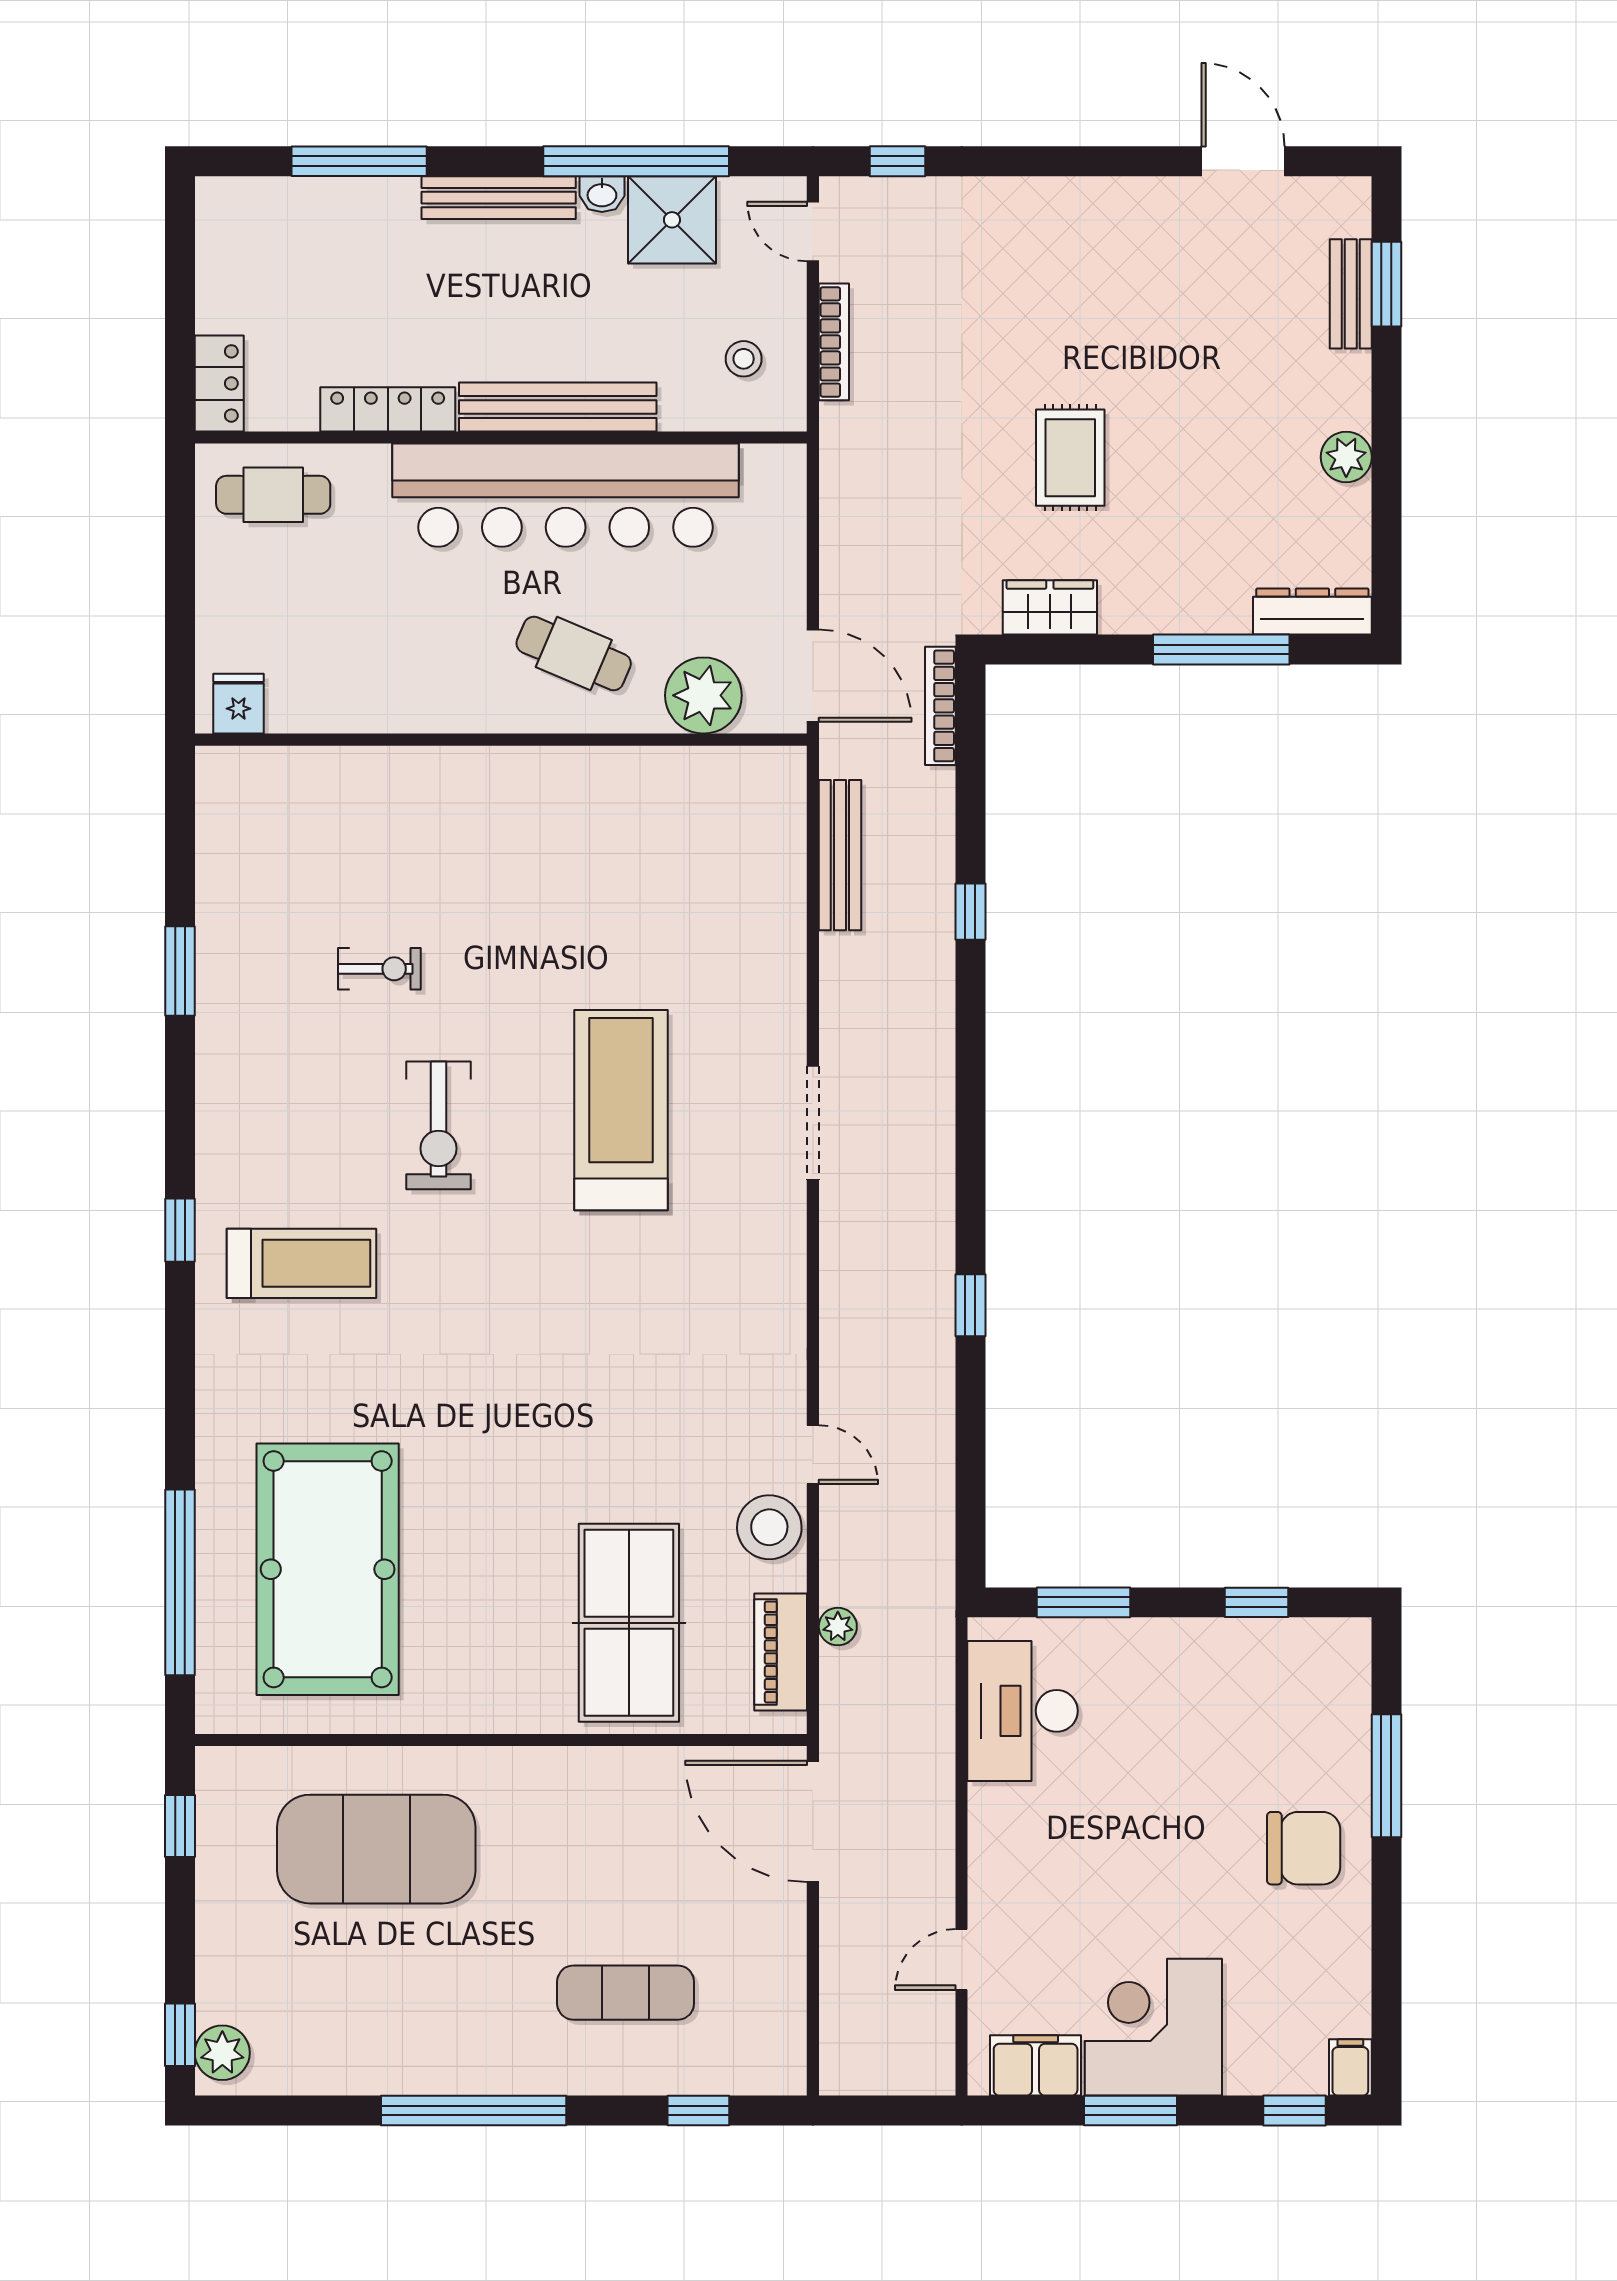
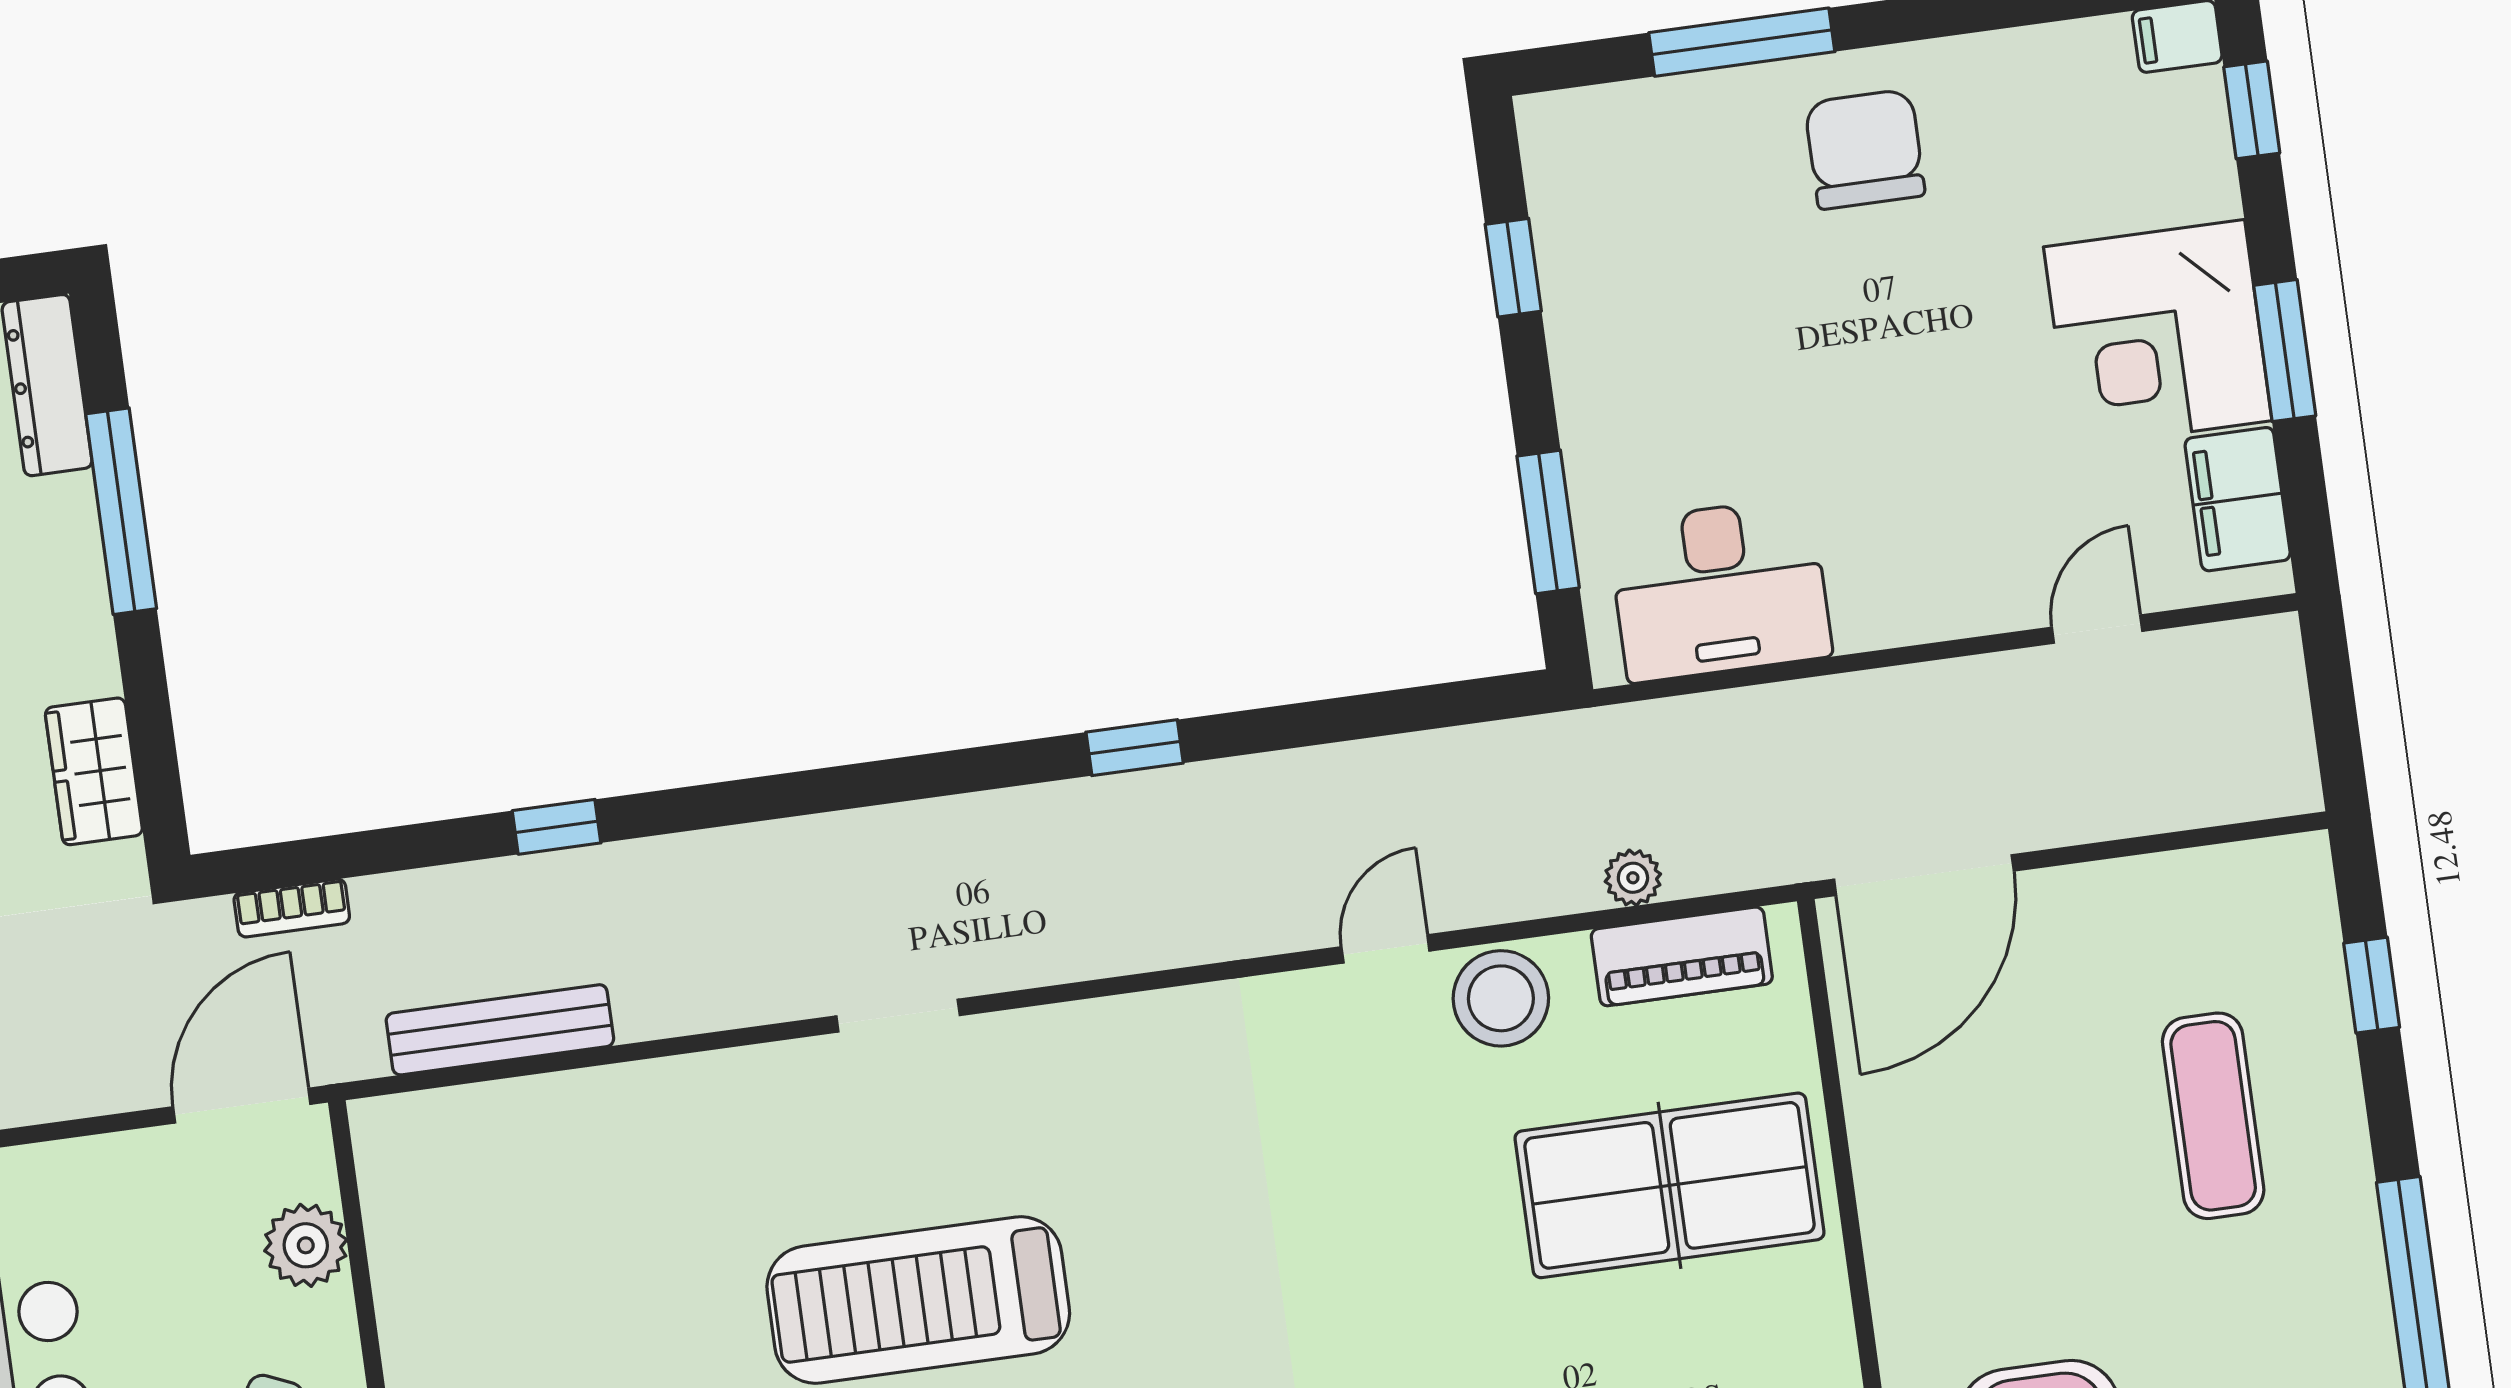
plant: (703, 695) -> (306, 1245), width x0.73, depth x0.73
bookcase: (940, 706) -> (292, 908), width x0.64
doorway: (813, 1123) -> (898, 1016), width x0.73
door: (962, 1960) -> (2097, 629), swing flipped

